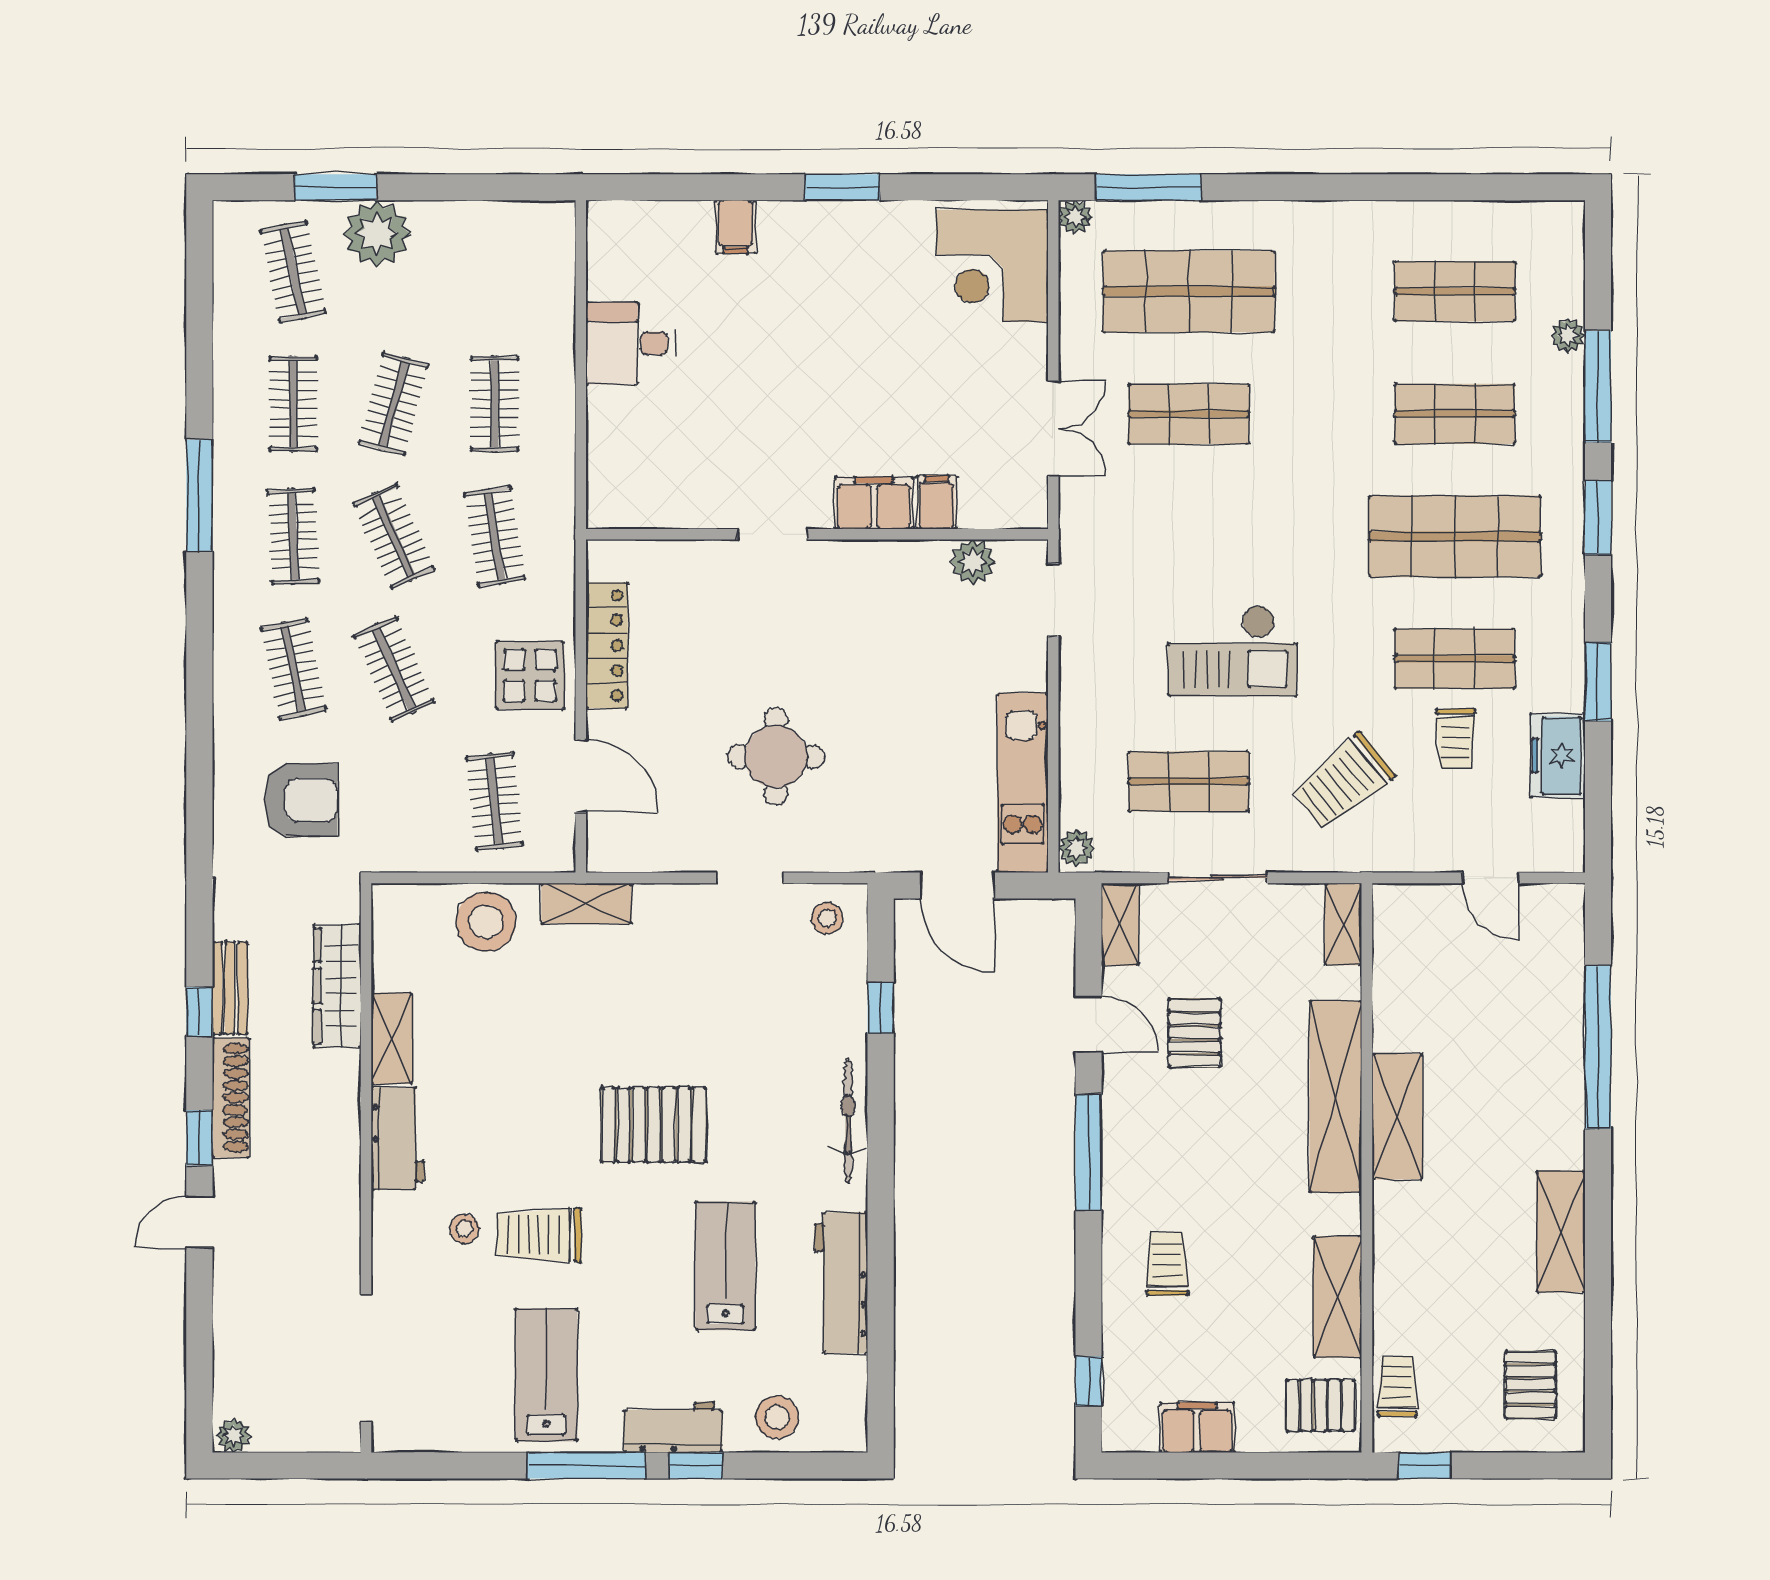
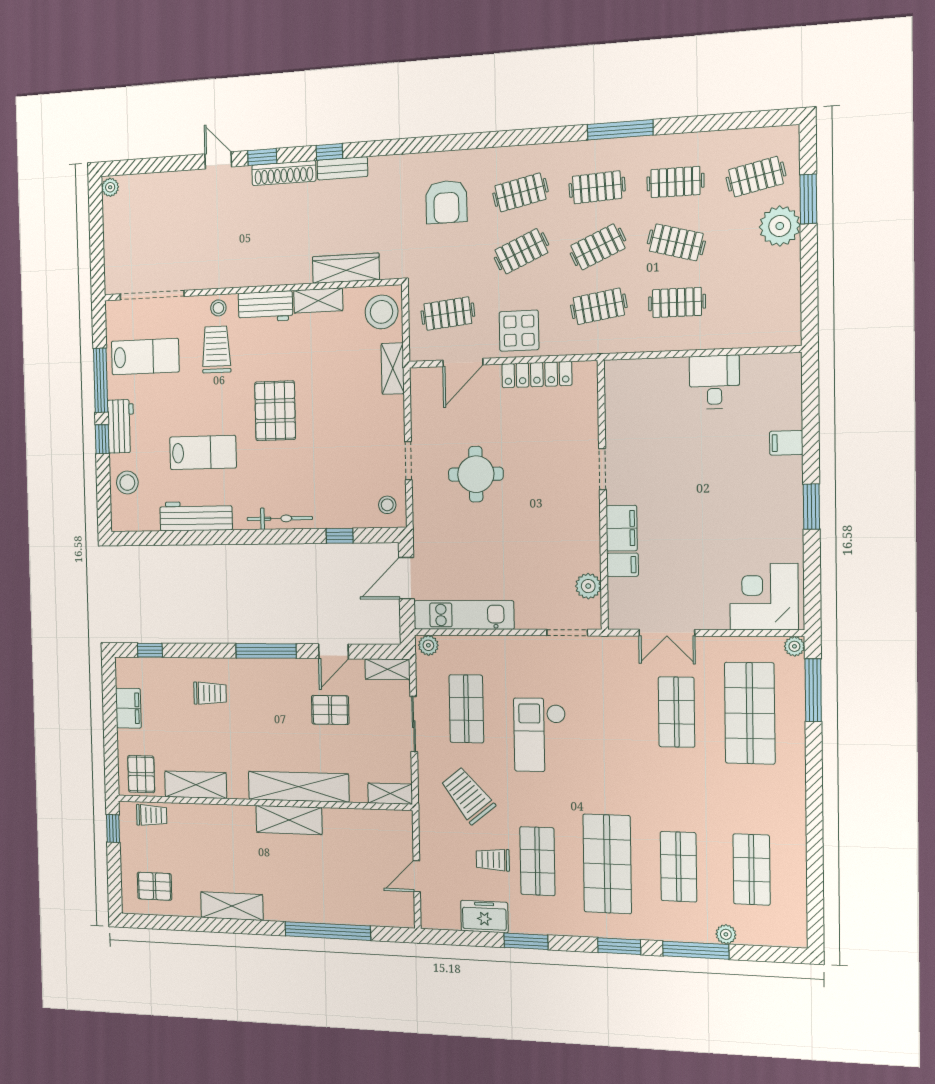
wardrobe: (337, 986) -> (346, 268), moved
shelving: (392, 1038) -> (318, 301), moved
workbench: (398, 1139) -> (265, 307), moved
wall: (366, 1168) -> (250, 290), moved
doorway: (366, 1358) -> (152, 295), moved

